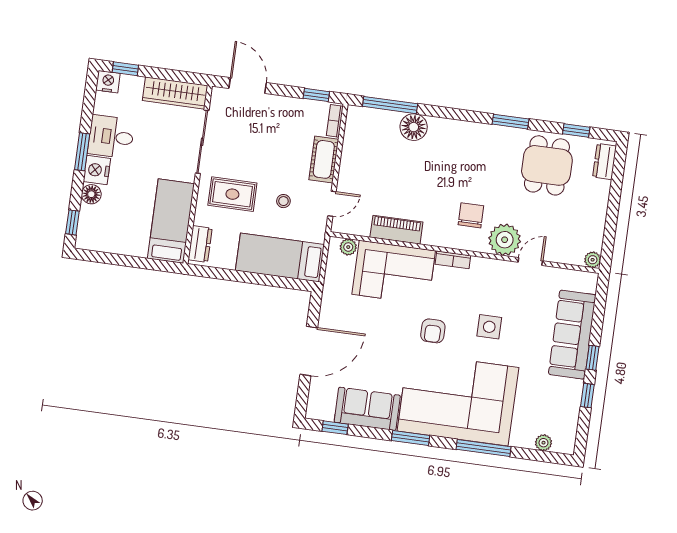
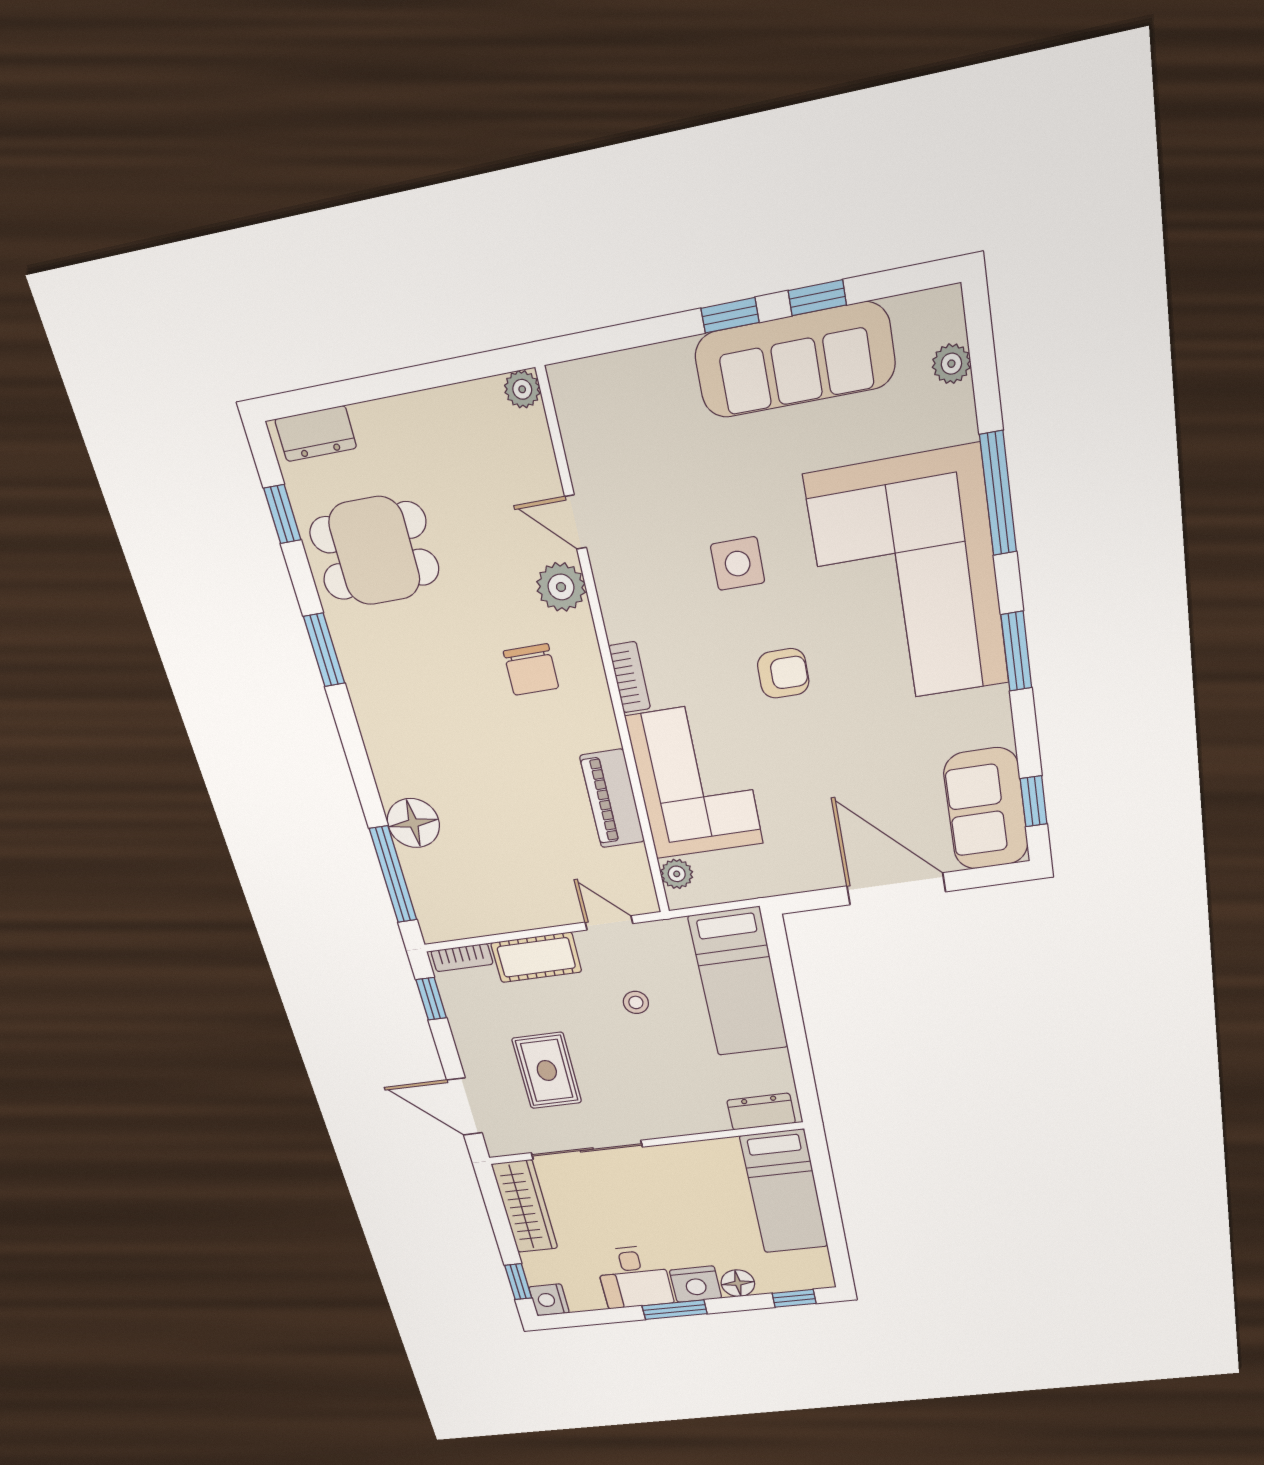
door: (248, 86) -> (464, 1107), hinge flipped
rug: (232, 194) -> (547, 1071), moved
chair: (471, 215) -> (531, 670), turned -90
bed: (171, 221) -> (784, 1192), moved, turned -90
plant: (505, 240) -> (561, 587), width x0.73, depth x0.73
sofa: (572, 335) -> (795, 360), moved
sofa: (367, 409) -> (986, 809), moved

